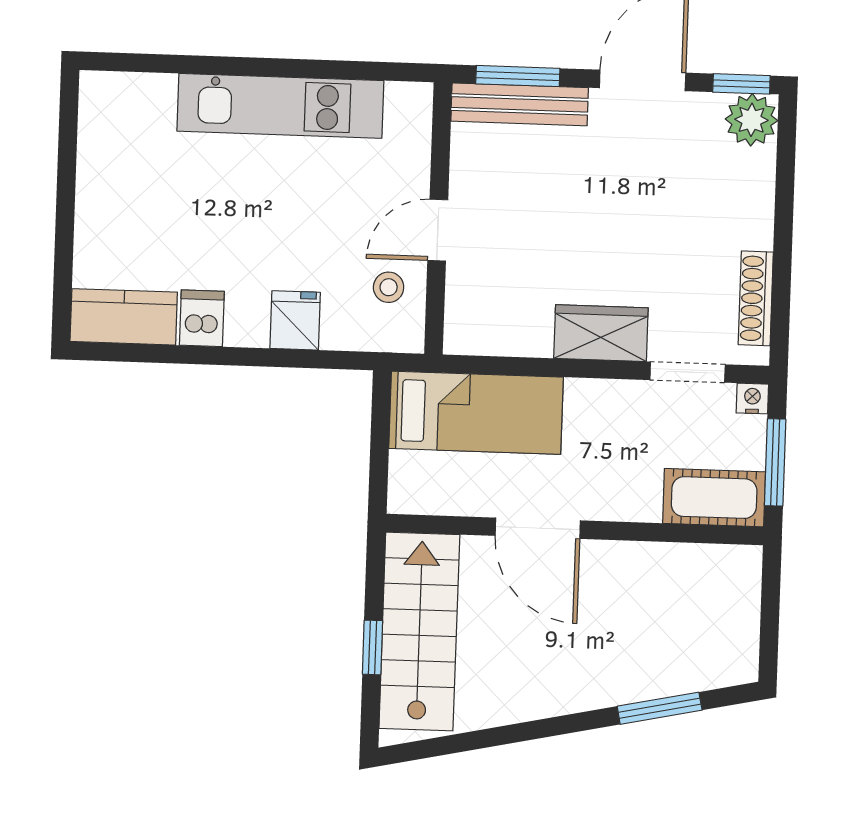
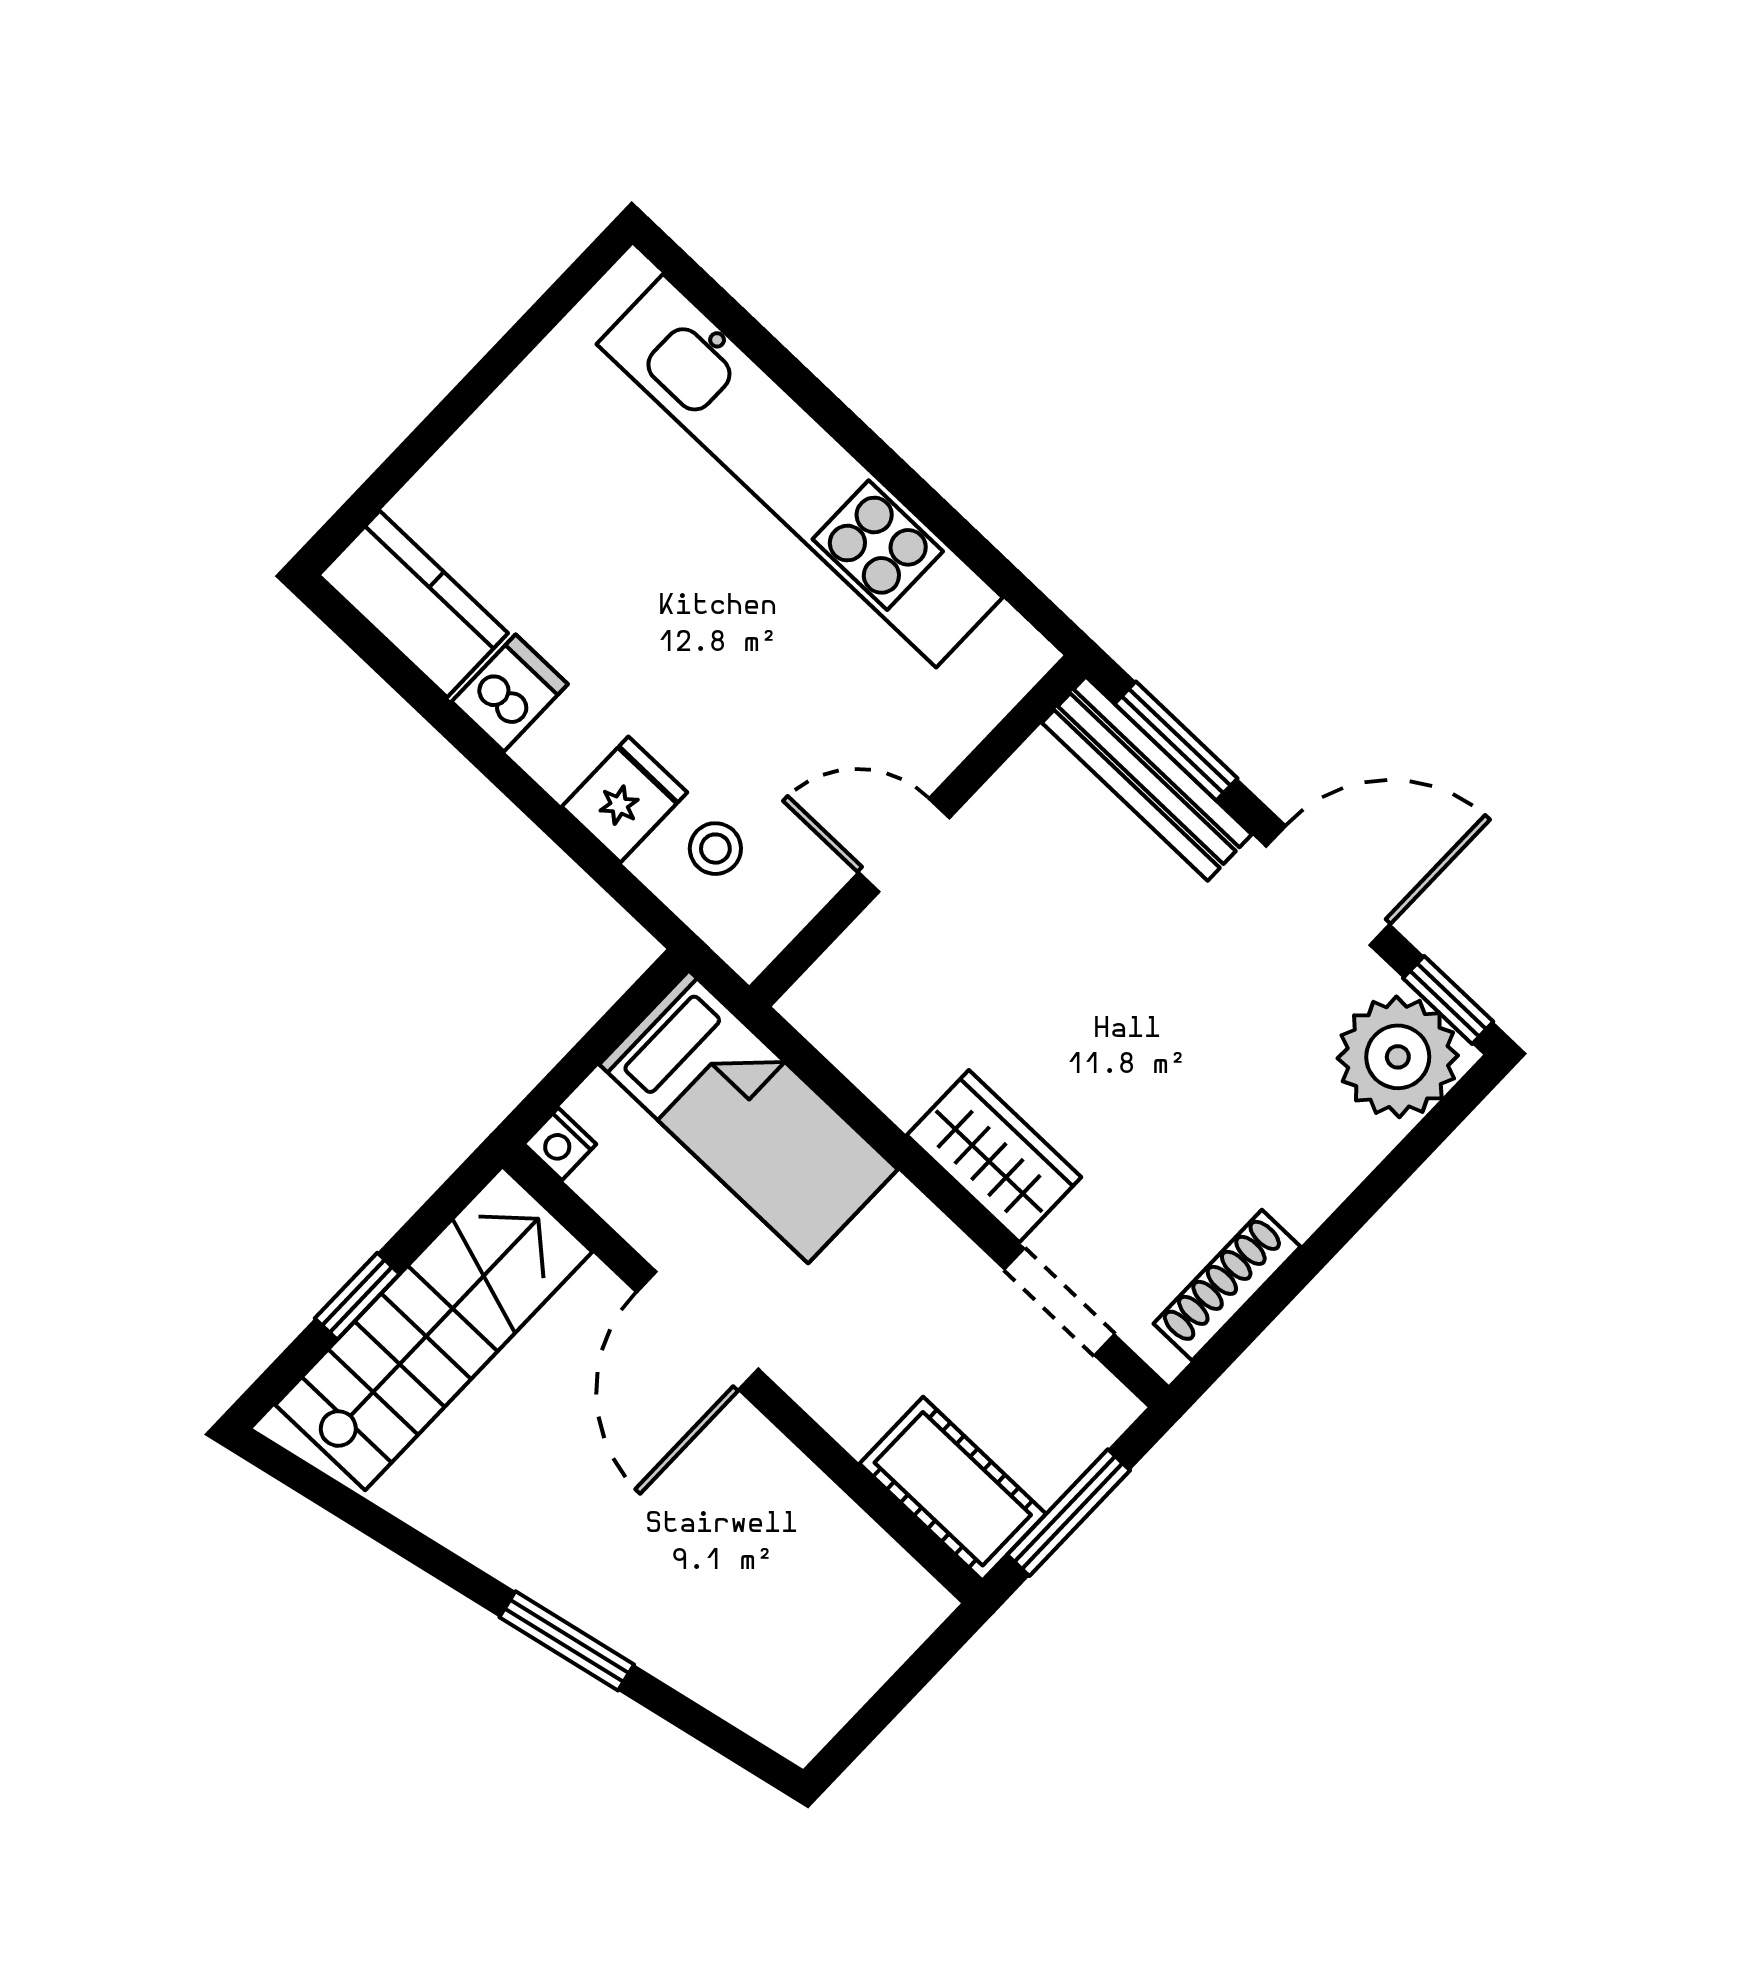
kitchen unit: (280, 106) -> (800, 471), width x1.36
plant: (751, 120) -> (1398, 1057), width x1.36, depth x1.36
stool: (389, 287) -> (715, 849), moved
nightstand: (752, 399) -> (560, 1144), moved, turned 180
window: (660, 708) -> (567, 1641), moved

